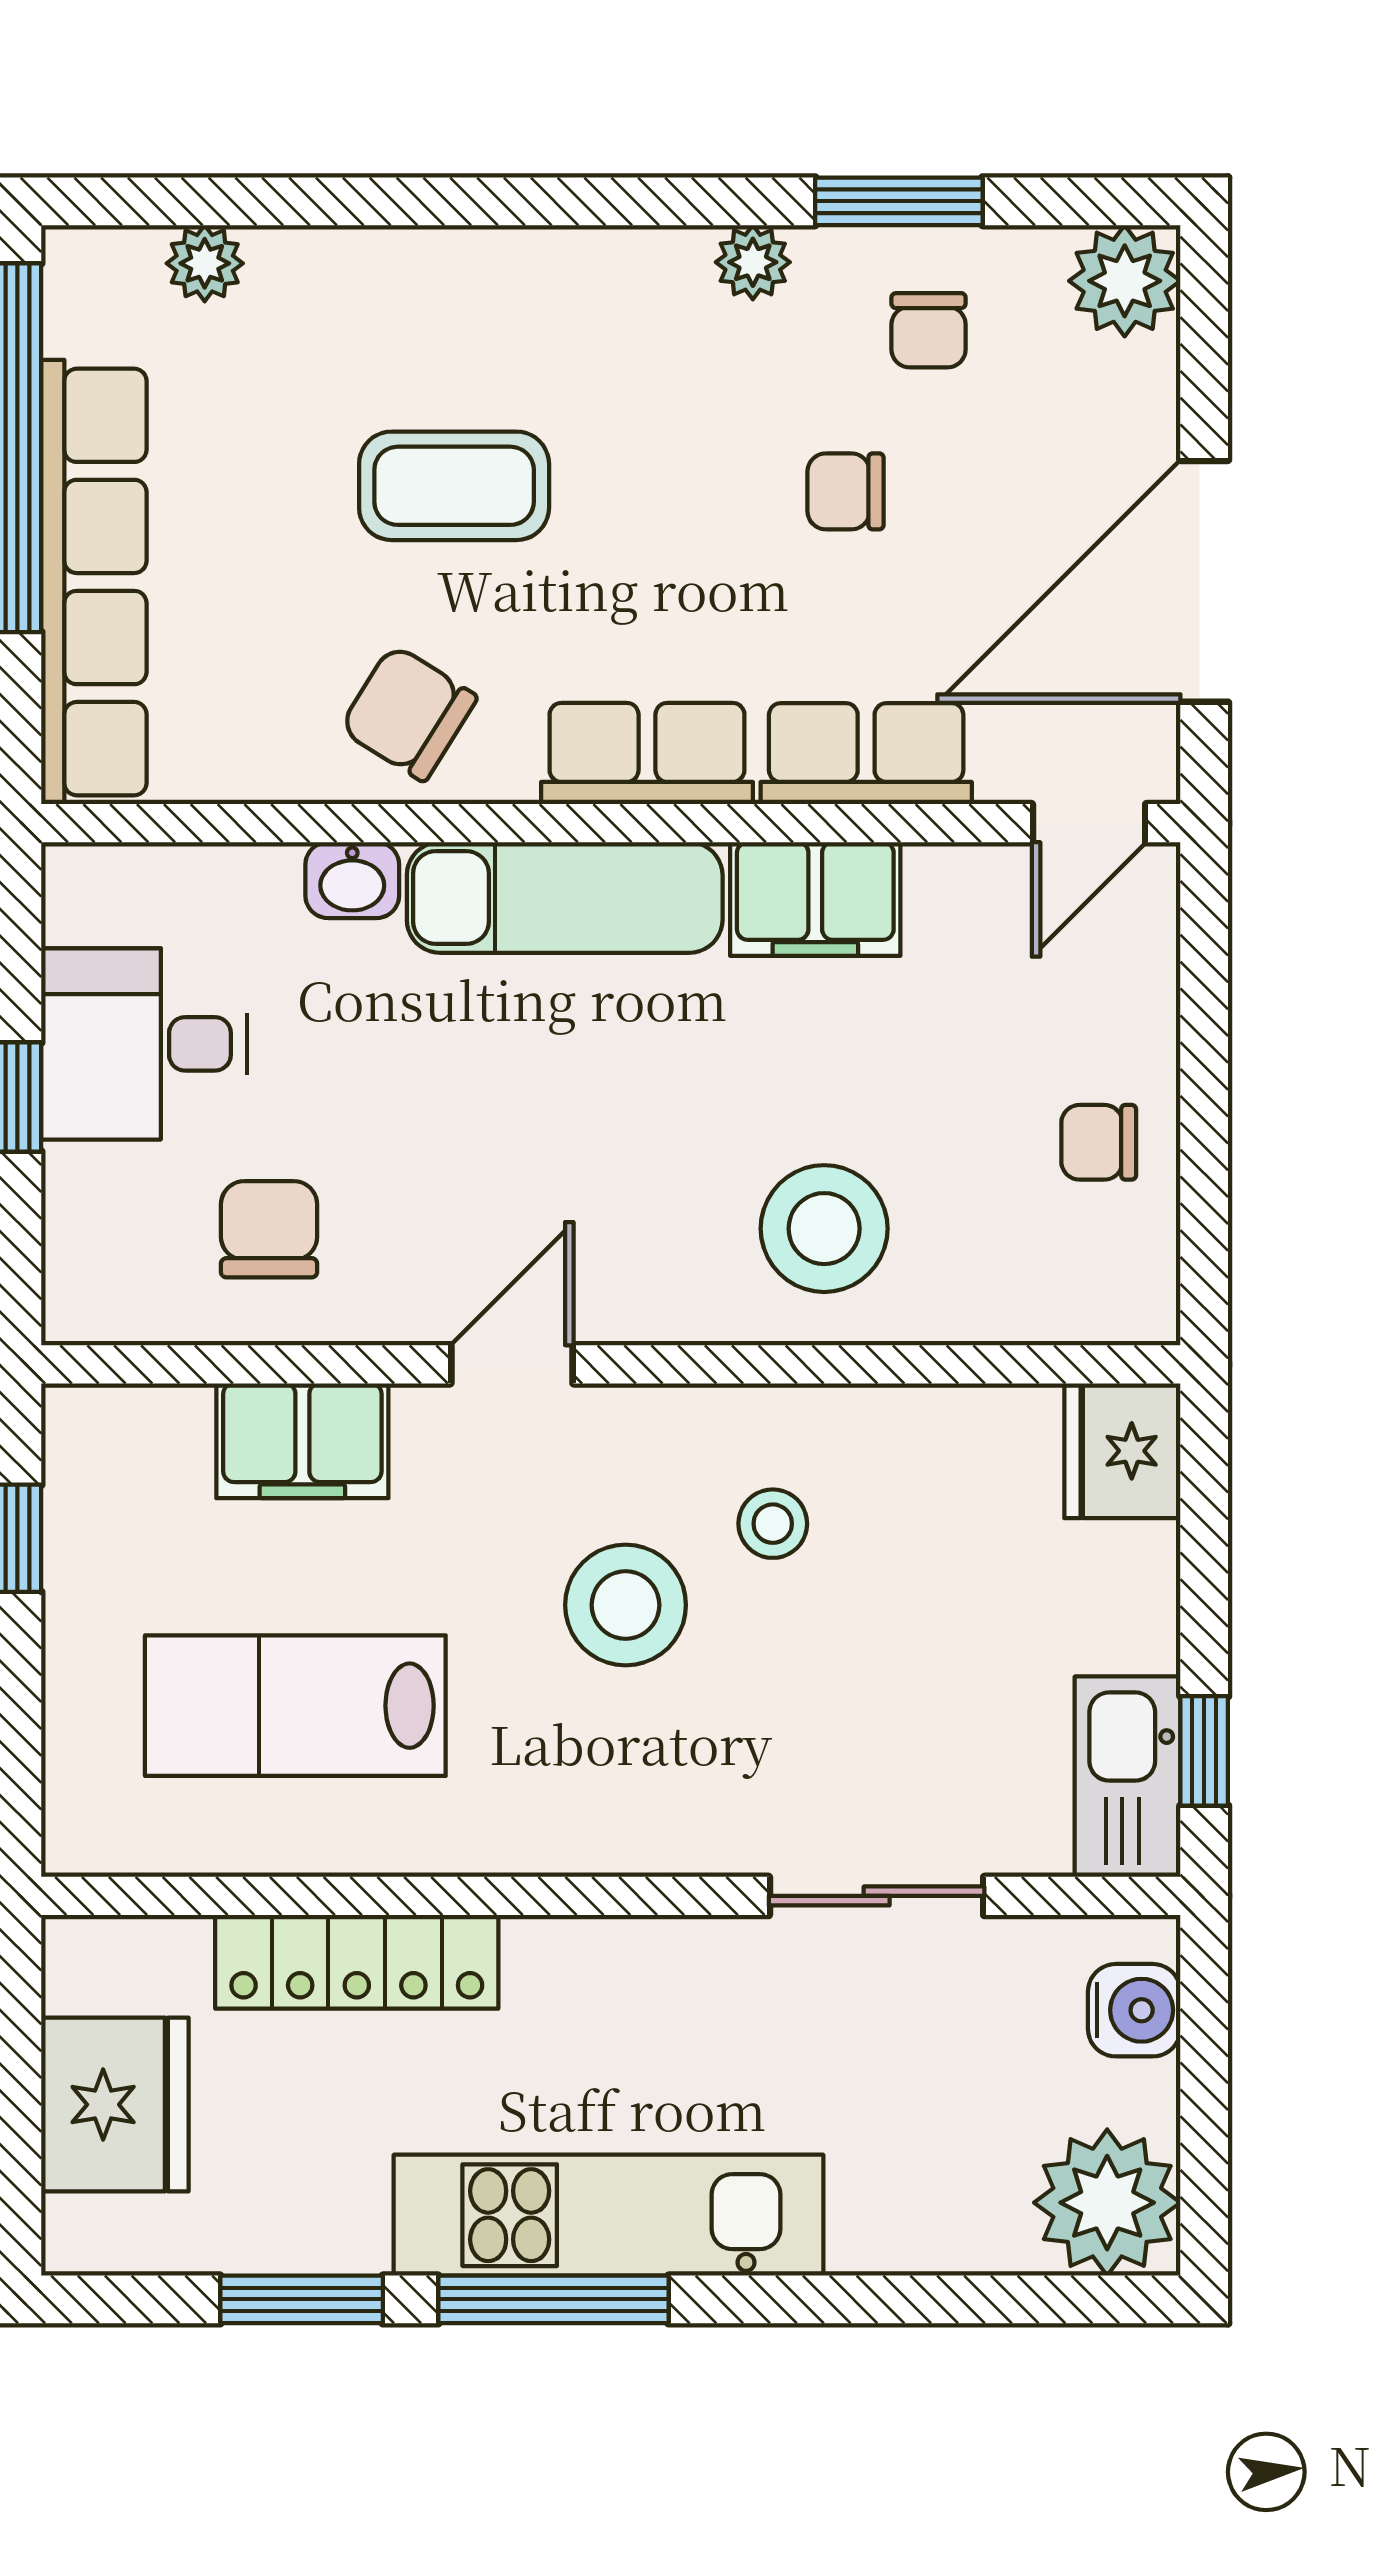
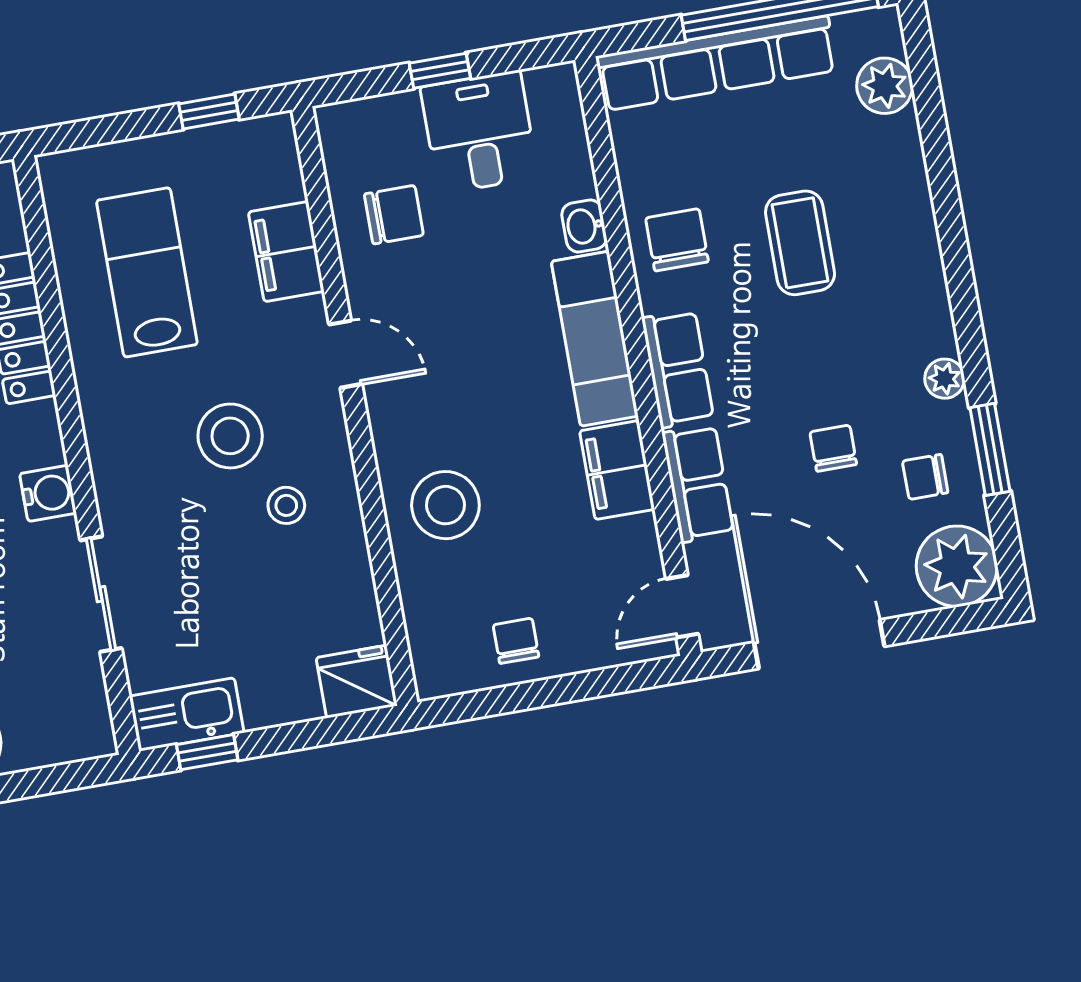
plant: (205, 263) -> (885, 86), width x1.38, depth x1.38
plant: (1125, 281) -> (957, 566), width x1.36, depth x1.36
chair: (408, 713) -> (677, 240), turned -32
door: (1089, 823) -> (682, 606), hinge flipped
water cooler: (1134, 2010) -> (48, 493), moved, turned -90

